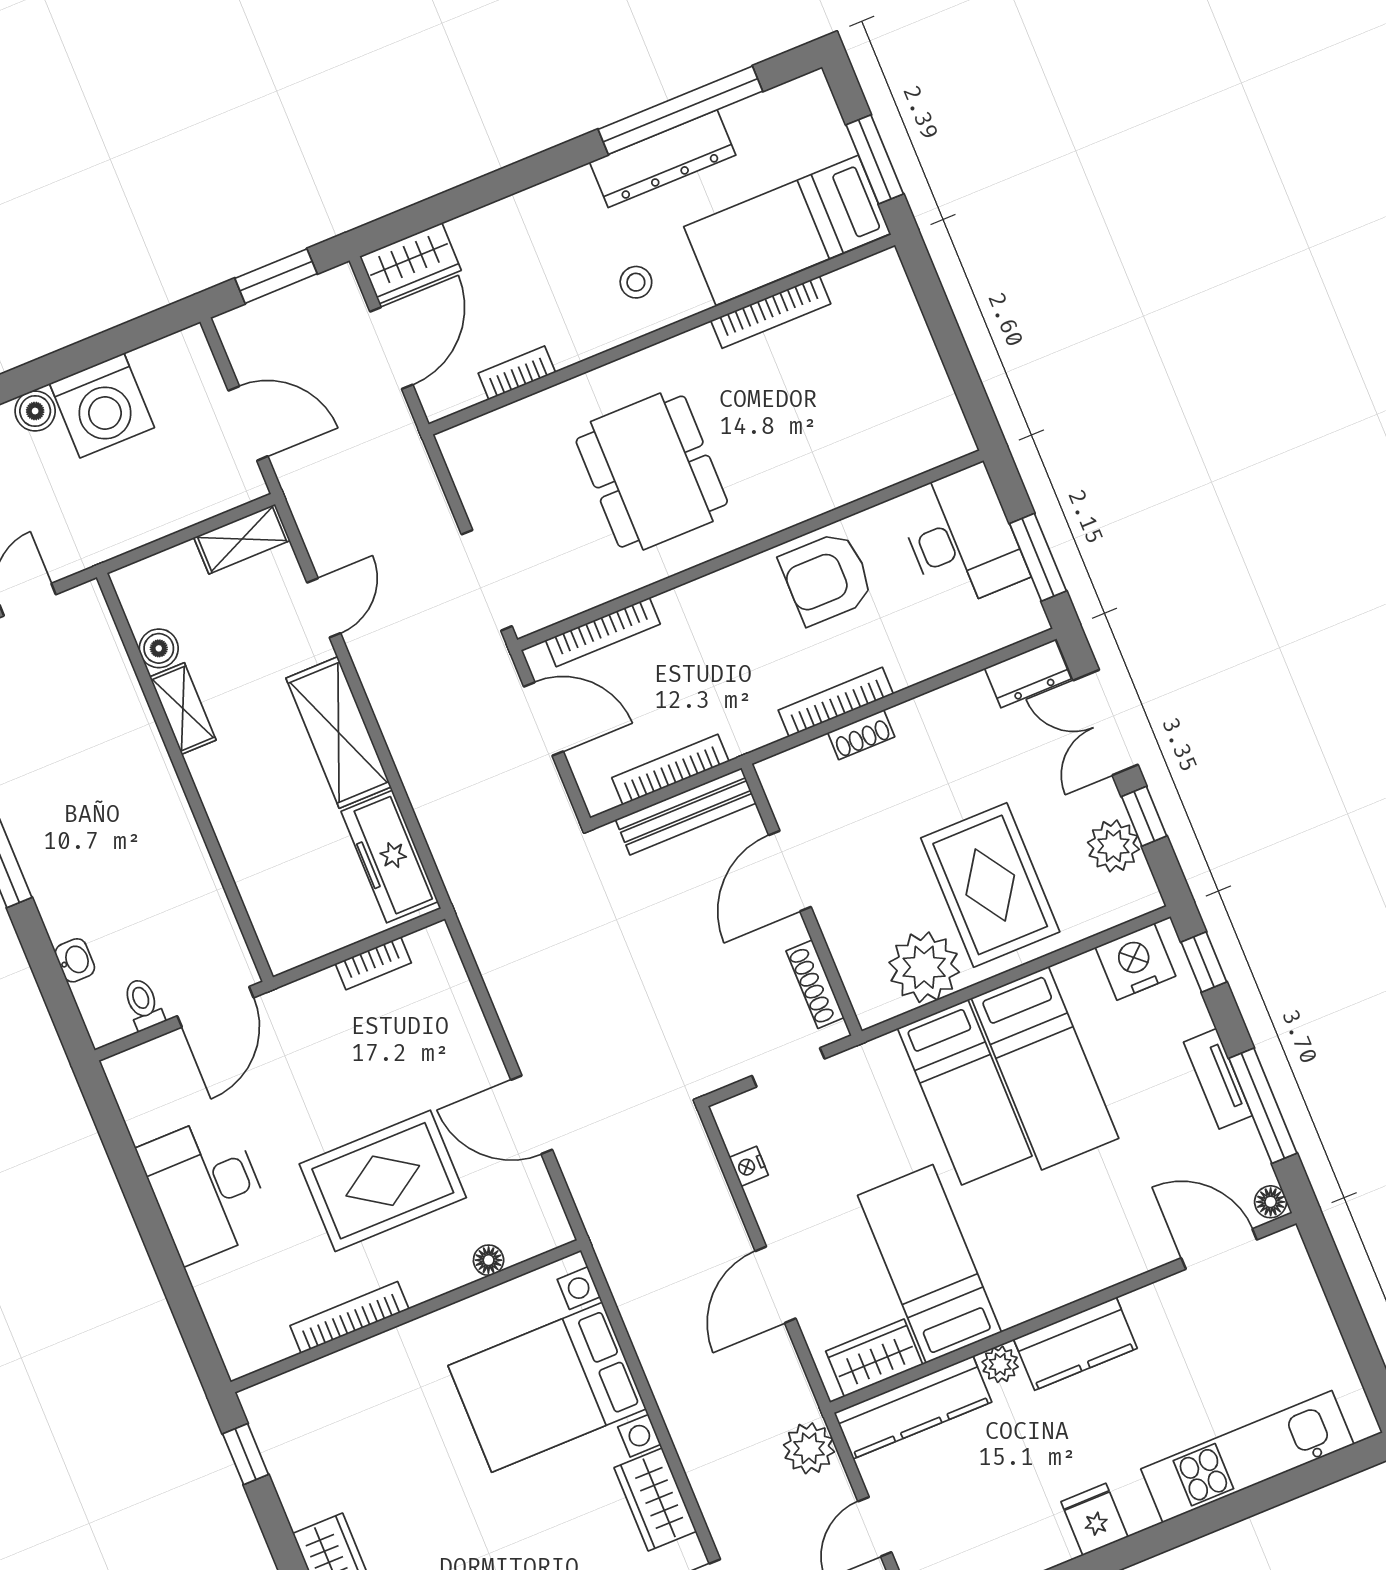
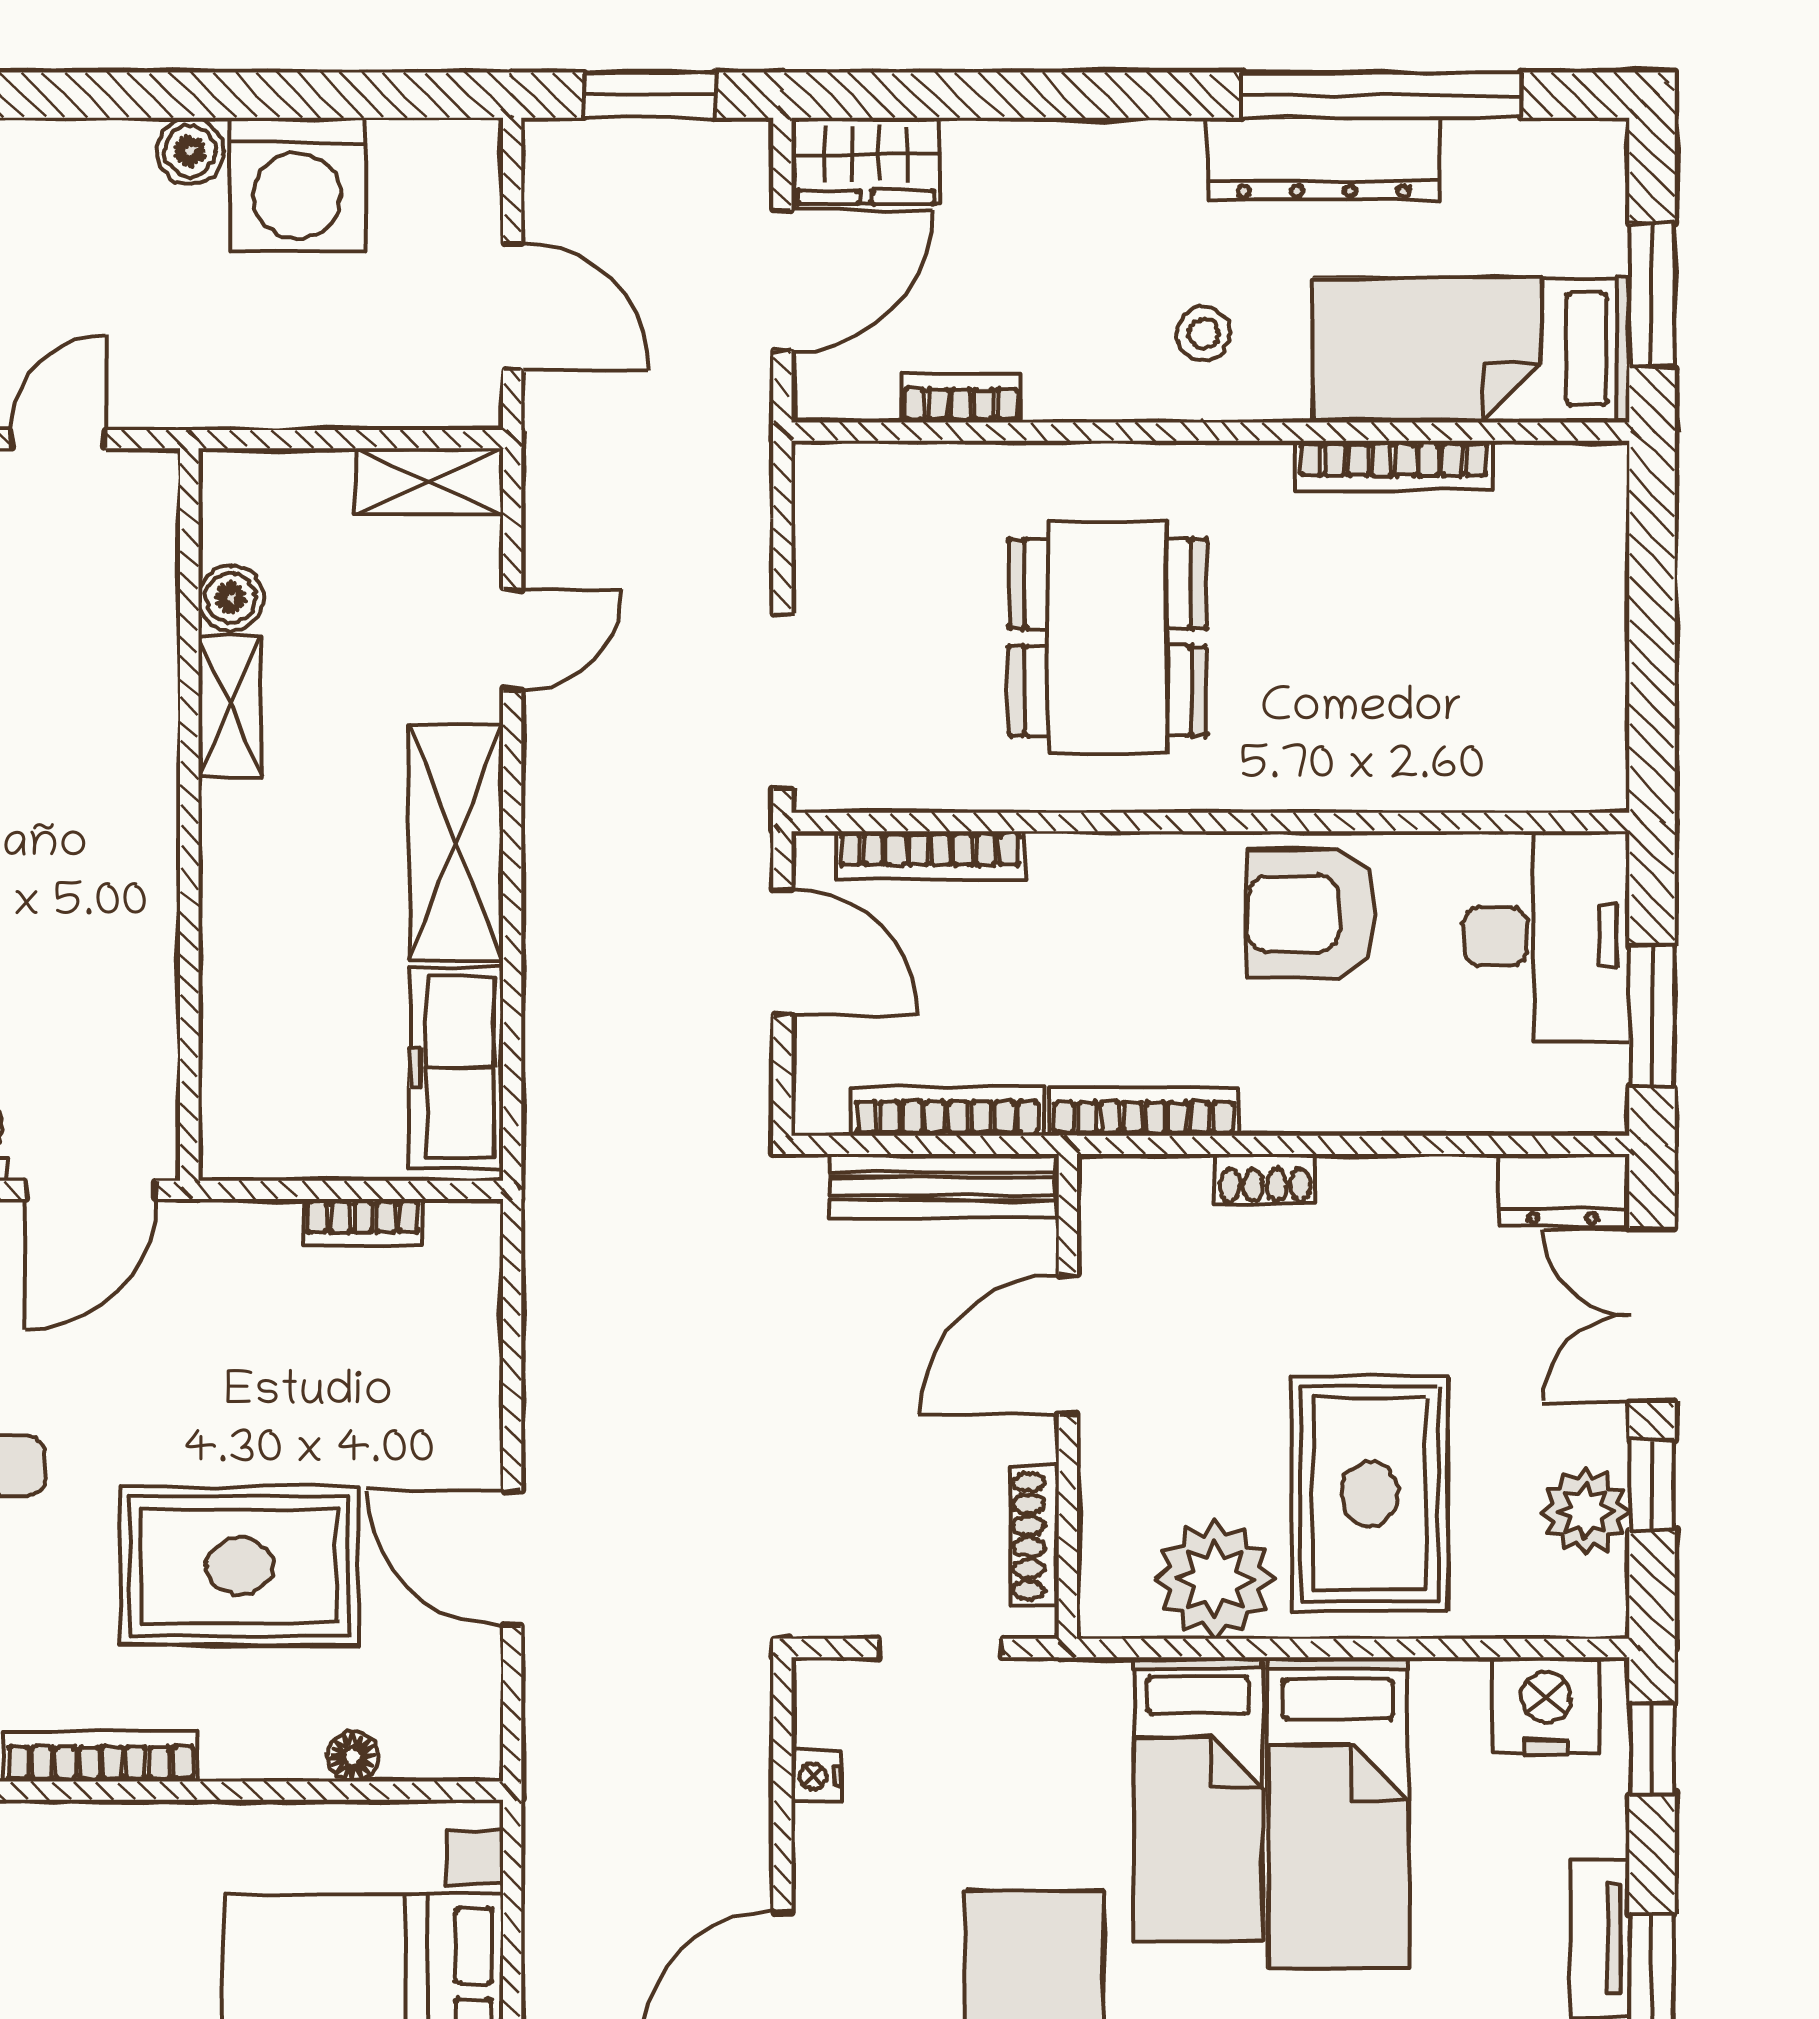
bookcase: (836, 702) -> (1144, 1112), moved

